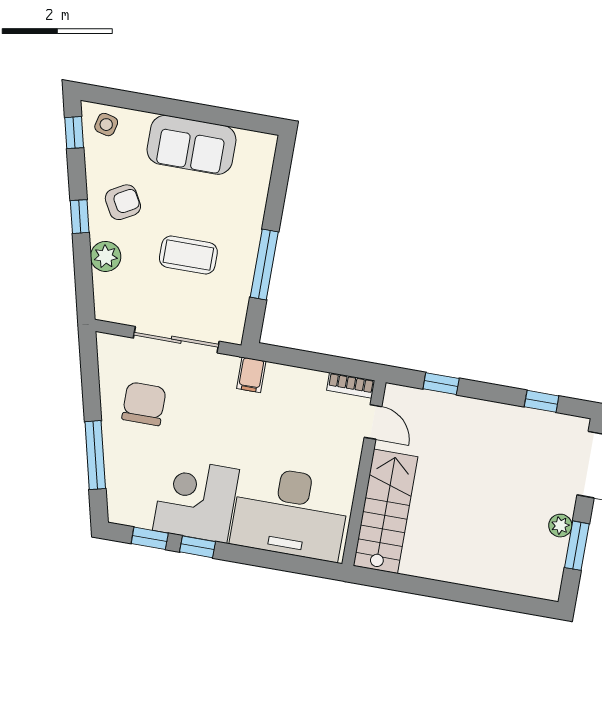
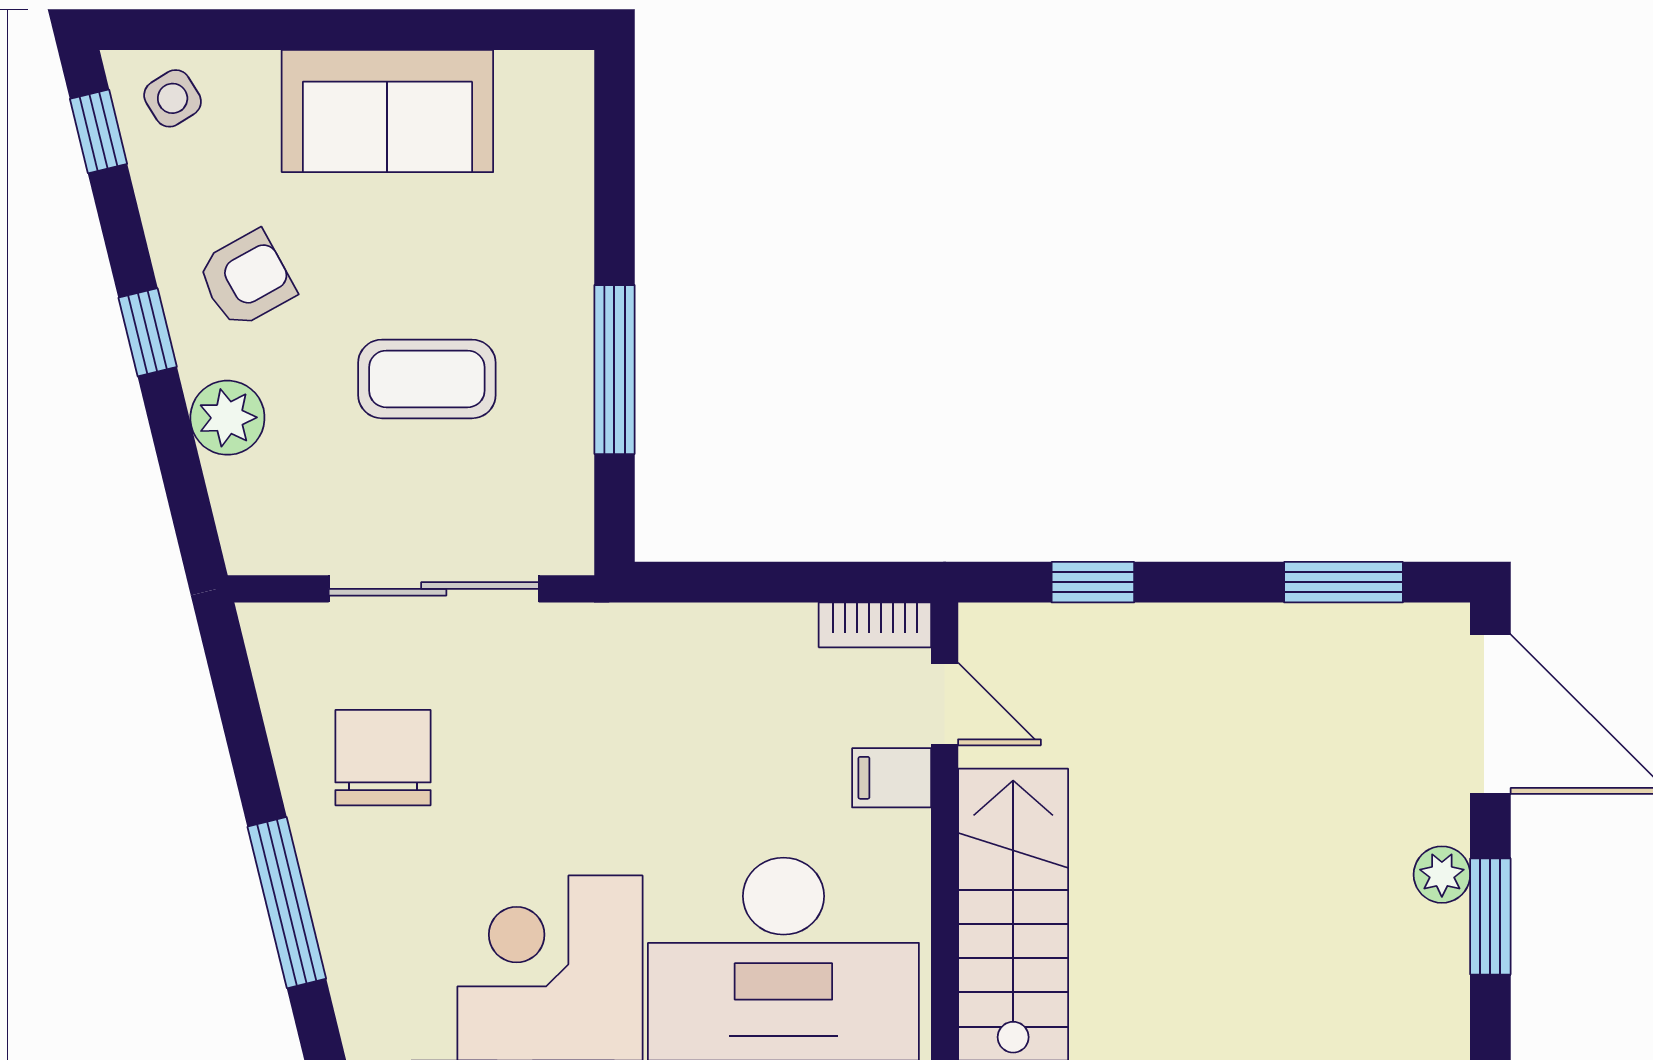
side table: (106, 125) -> (173, 98), turned 45
filing cabinet: (251, 375) -> (892, 778), moved, turned 90
window: (542, 401) -> (1344, 582), width x1.50

